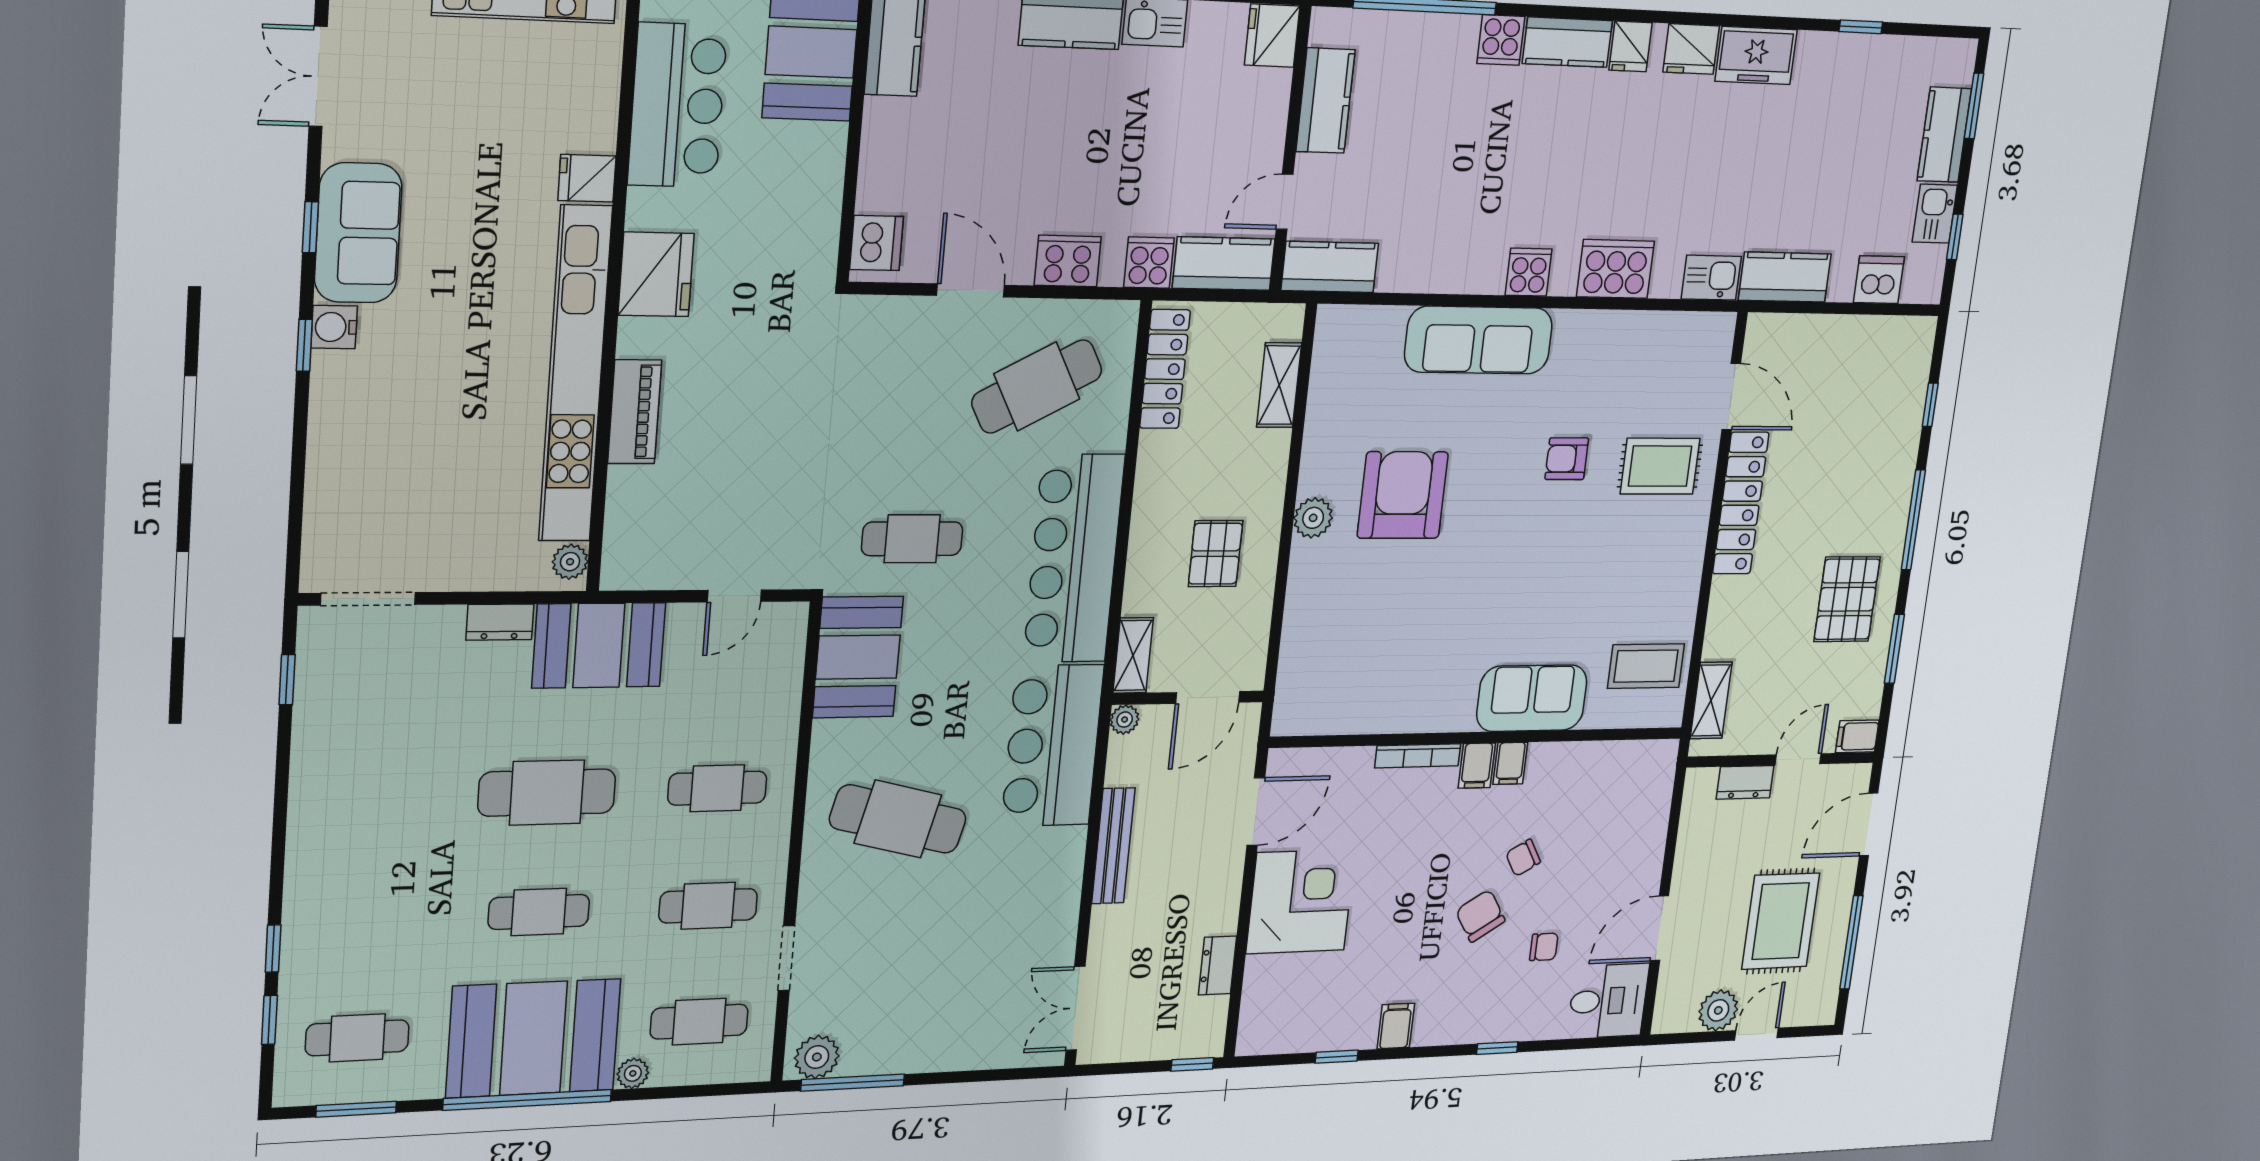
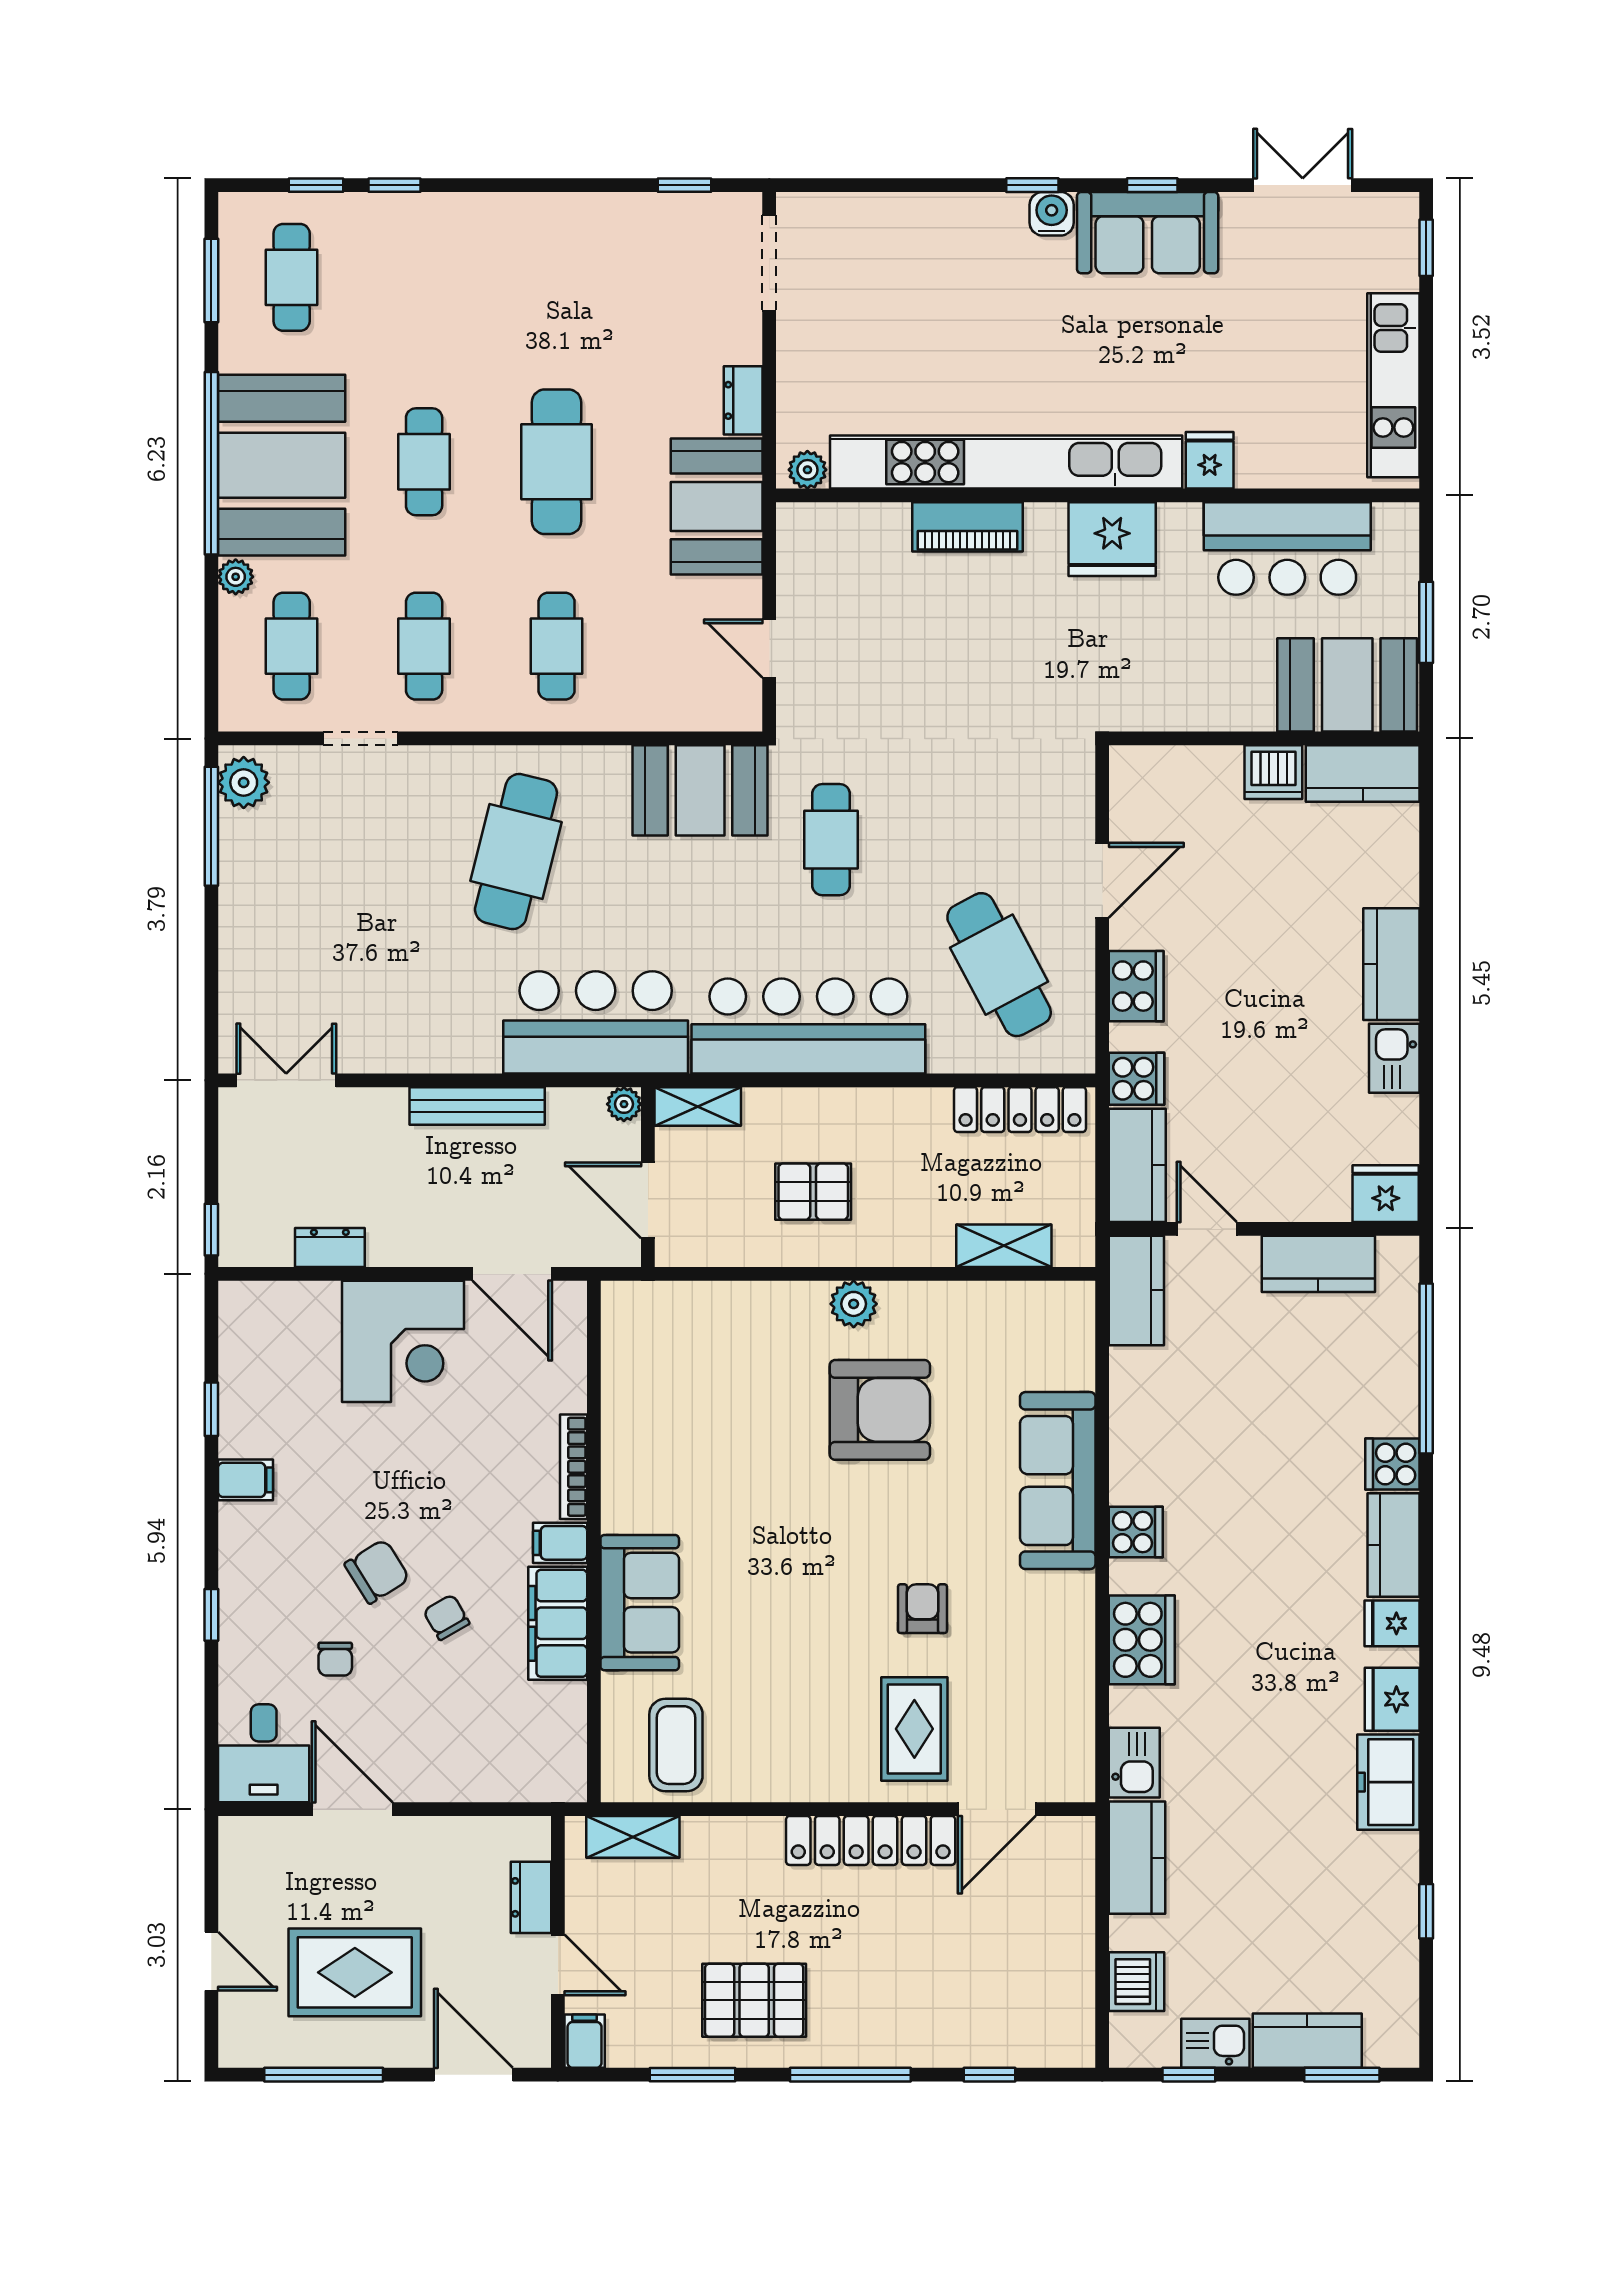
dishwasher: (877, 243) -> (1273, 772), moved
filing cabinet: (1510, 763) -> (558, 1623), width x3.00, depth x1.17
plant: (1718, 1010) -> (245, 1904), removed

